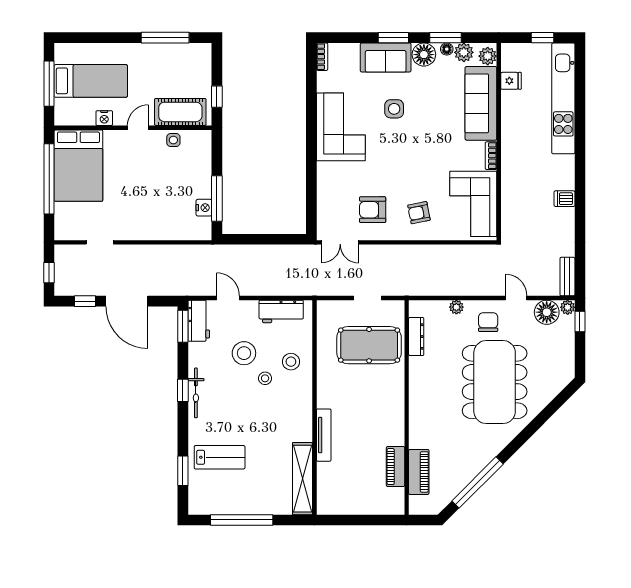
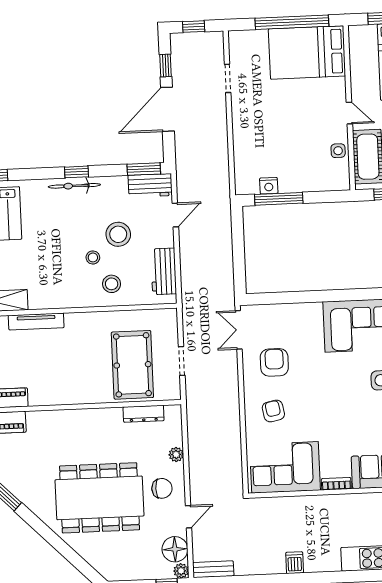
nightstand: (104, 118) -> (358, 77), removed

